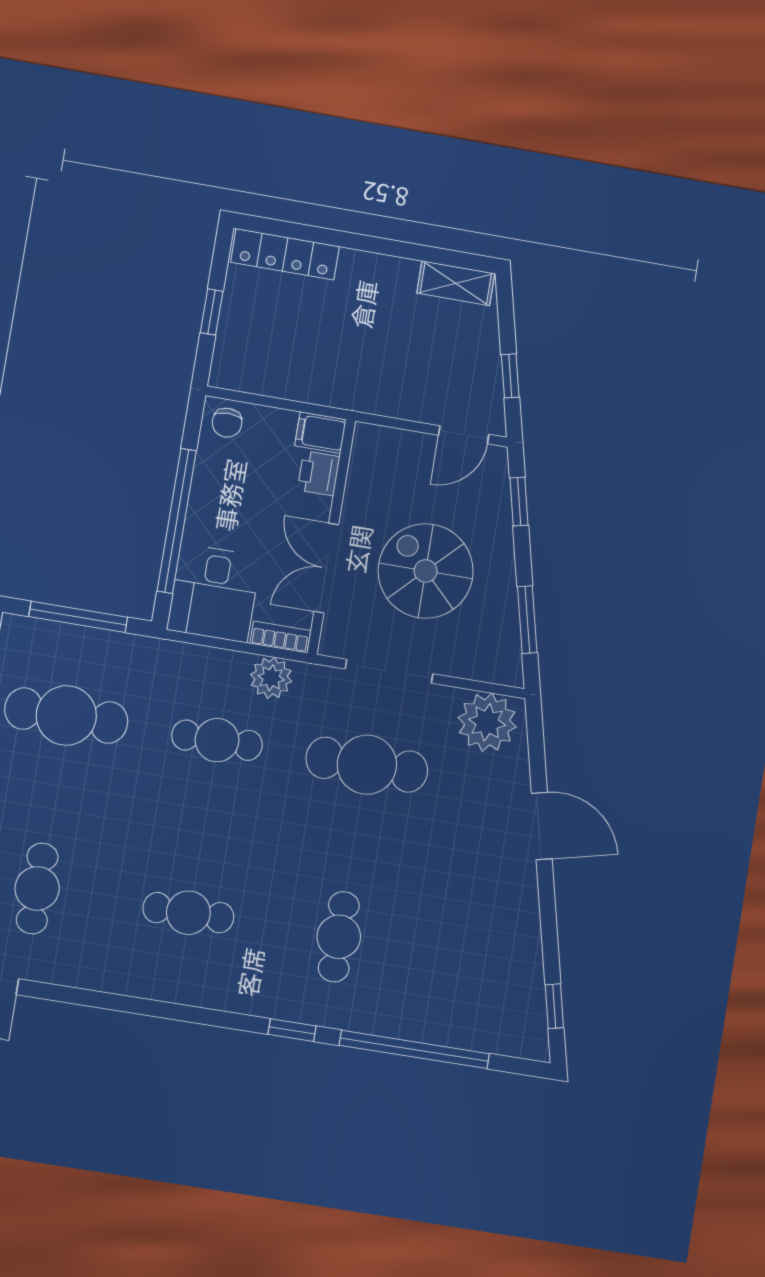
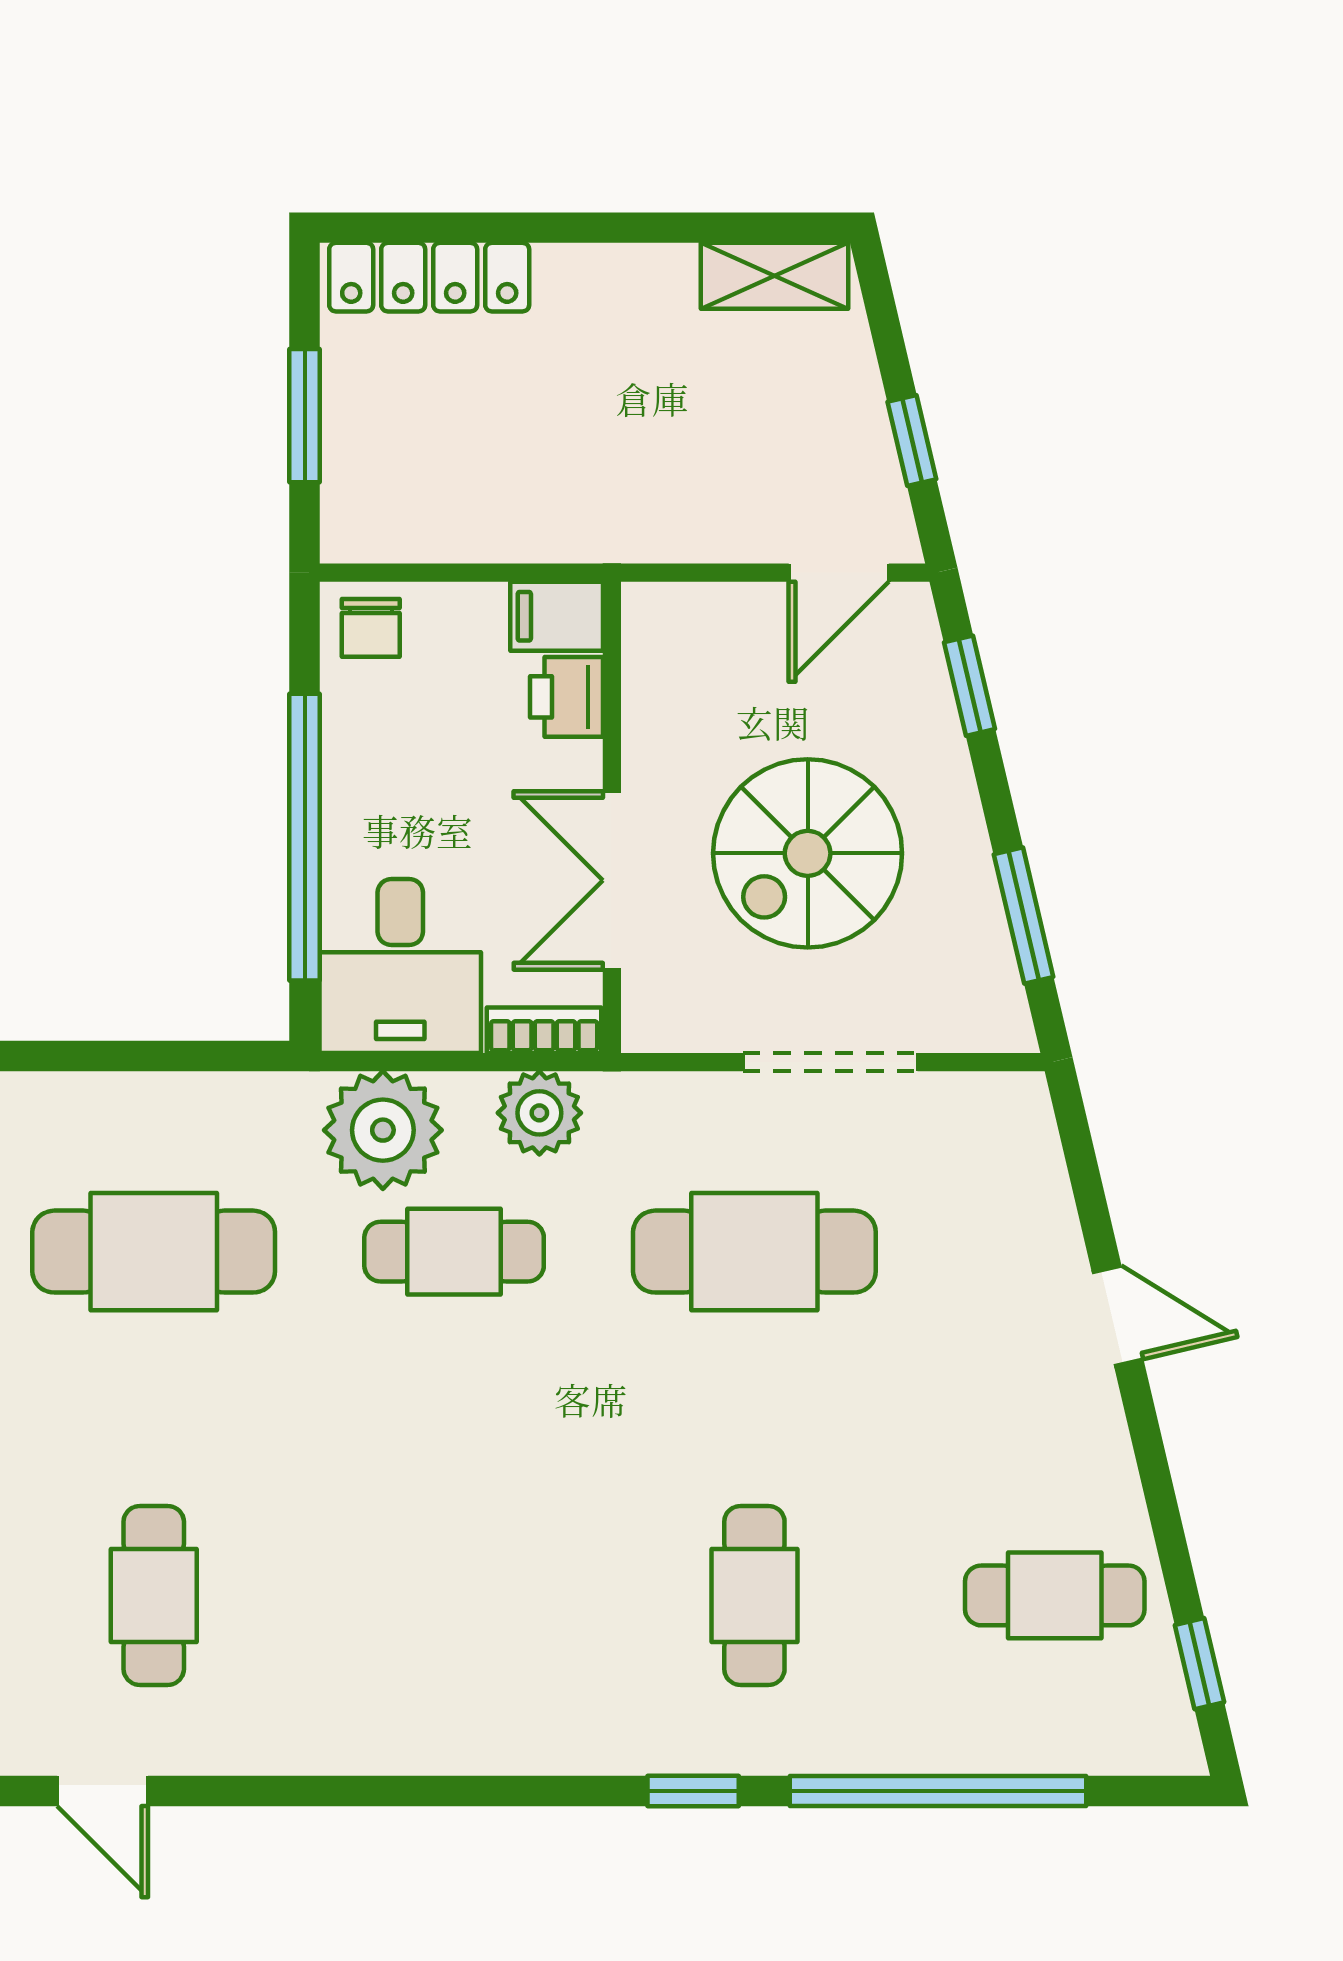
window: (212, 312) -> (305, 416), width x1.50
spiral stairs: (426, 571) -> (808, 853), turned -90
window: (78, 617) -> (145, 1056), removed
doorway: (389, 671) -> (830, 1062), moved
plant: (487, 722) -> (383, 1130), moved
door: (542, 826) -> (1118, 1316), width x0.73
cafe table: (188, 913) -> (1055, 1595), moved

